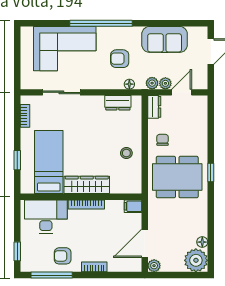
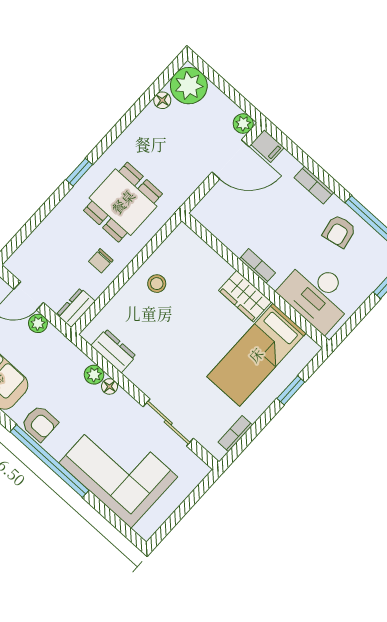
armchair: (120, 59) -> (40, 423), moved
plant: (152, 83) -> (94, 375), moved
floor lamp: (129, 84) -> (110, 386), moved
dining table: (177, 177) -> (123, 202), width x0.73
wardrobe: (87, 185) -> (245, 296), width x0.67
bookcase: (86, 204) -> (257, 266), width x0.64
filing cabinet: (133, 206) -> (267, 146), moved
armchair: (63, 256) -> (339, 231), turned 79

